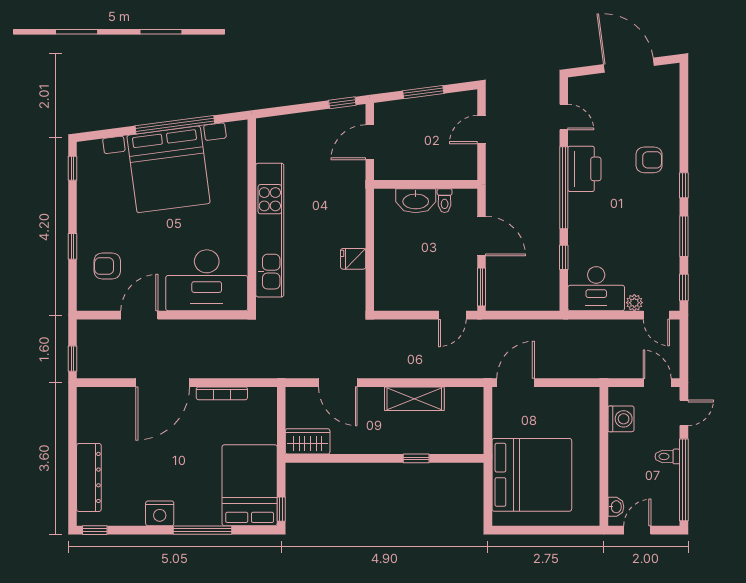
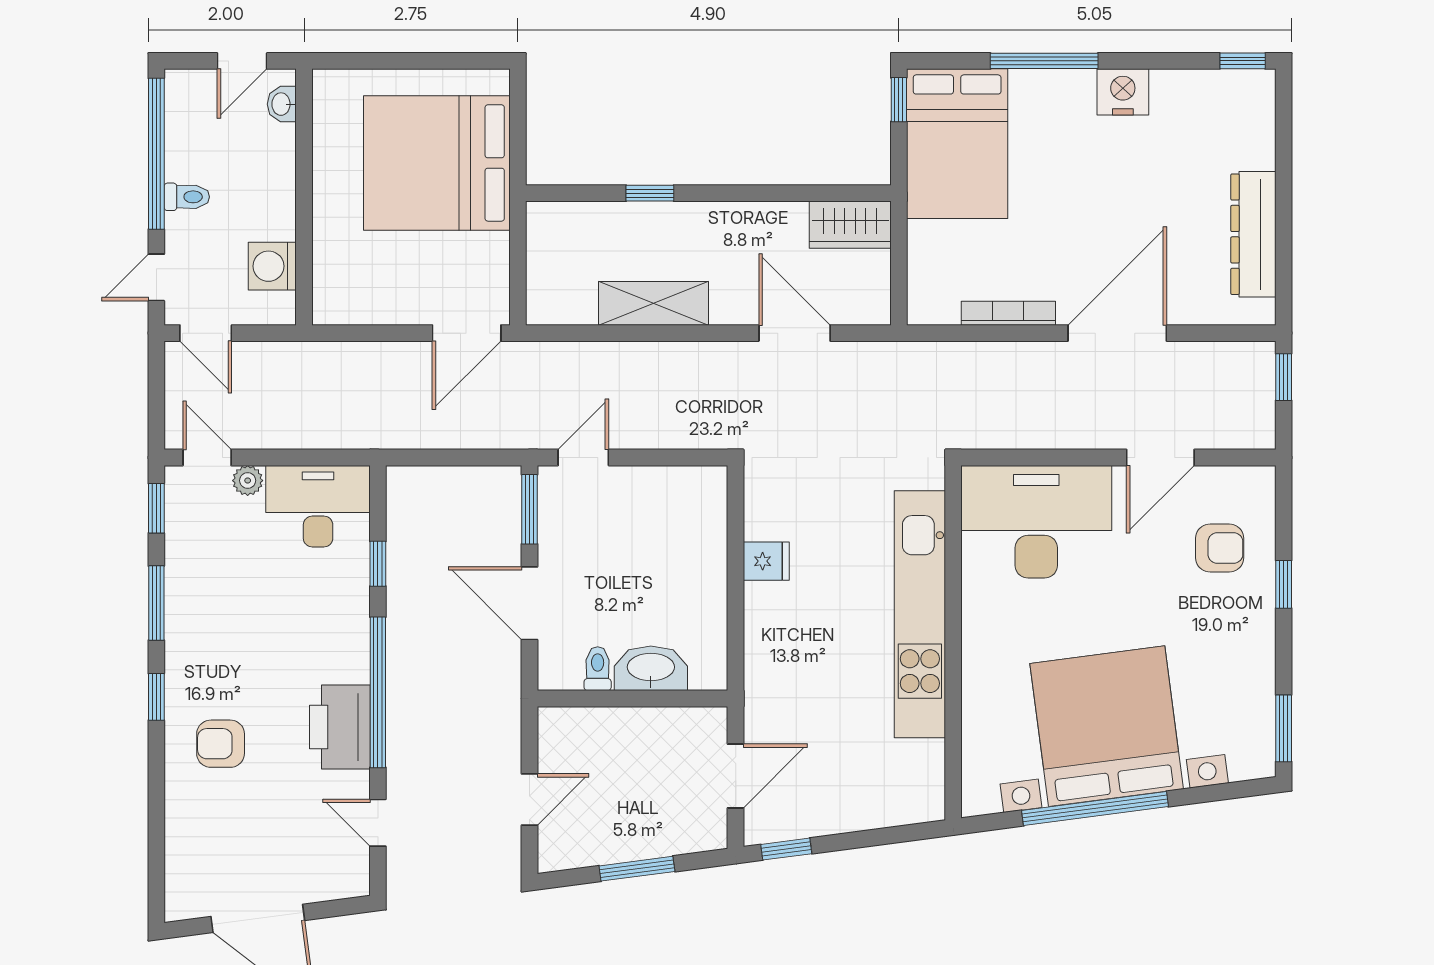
window: (73, 168) -> (1284, 728), width x1.50
dresser: (89, 477) -> (1253, 234), moved

